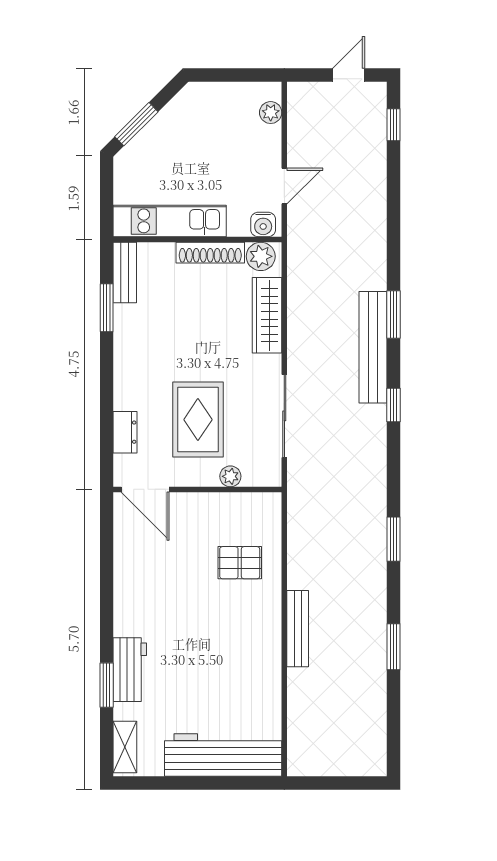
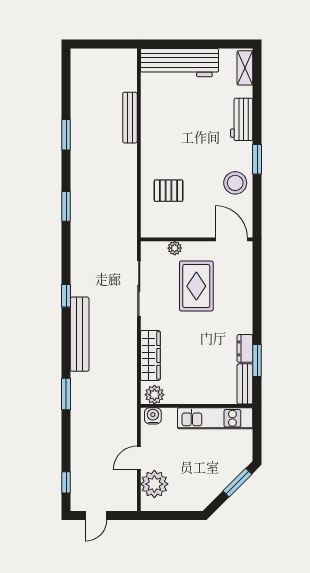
plant: (271, 113) -> (154, 484), width x1.87, depth x1.87
door: (284, 186) -> (139, 458), moved
shoe rack: (210, 253) -> (188, 397), removed
window: (394, 315) -> (66, 394), moved
dresser: (125, 432) -> (245, 348), moved
stool: (140, 574) -> (235, 183), added
bench: (298, 629) -> (130, 118), moved
window: (107, 685) -> (257, 159), moved

